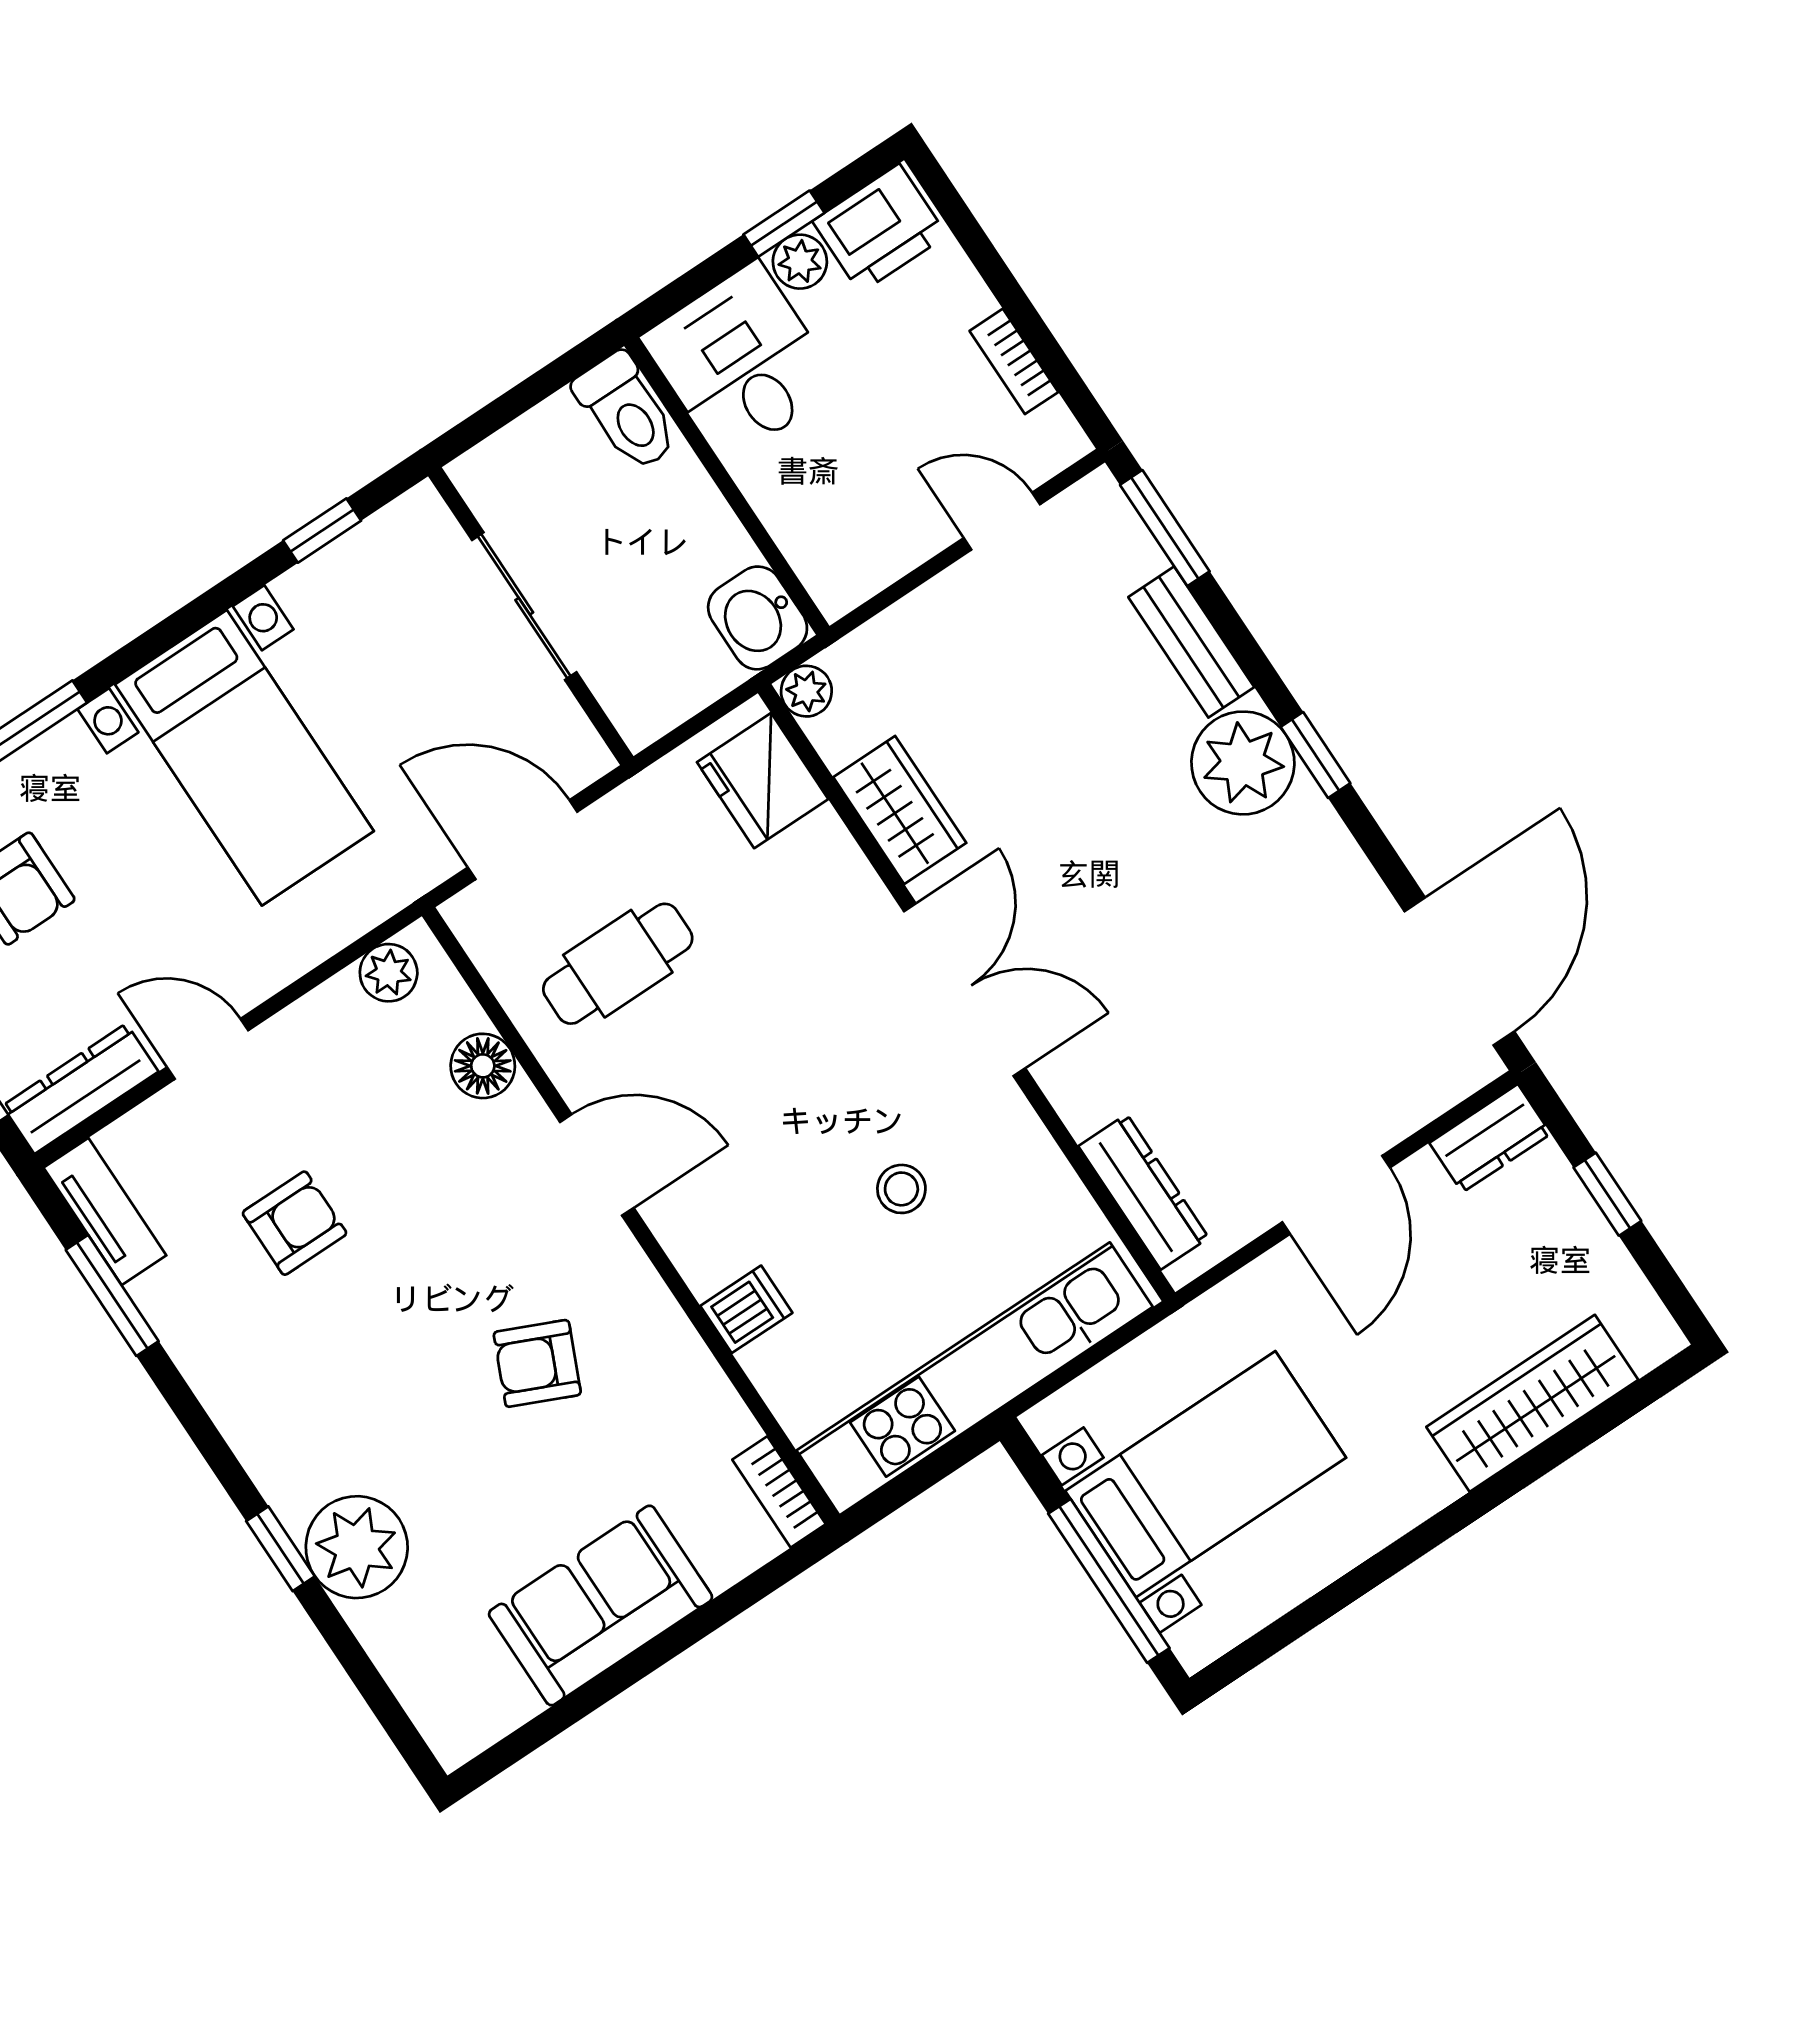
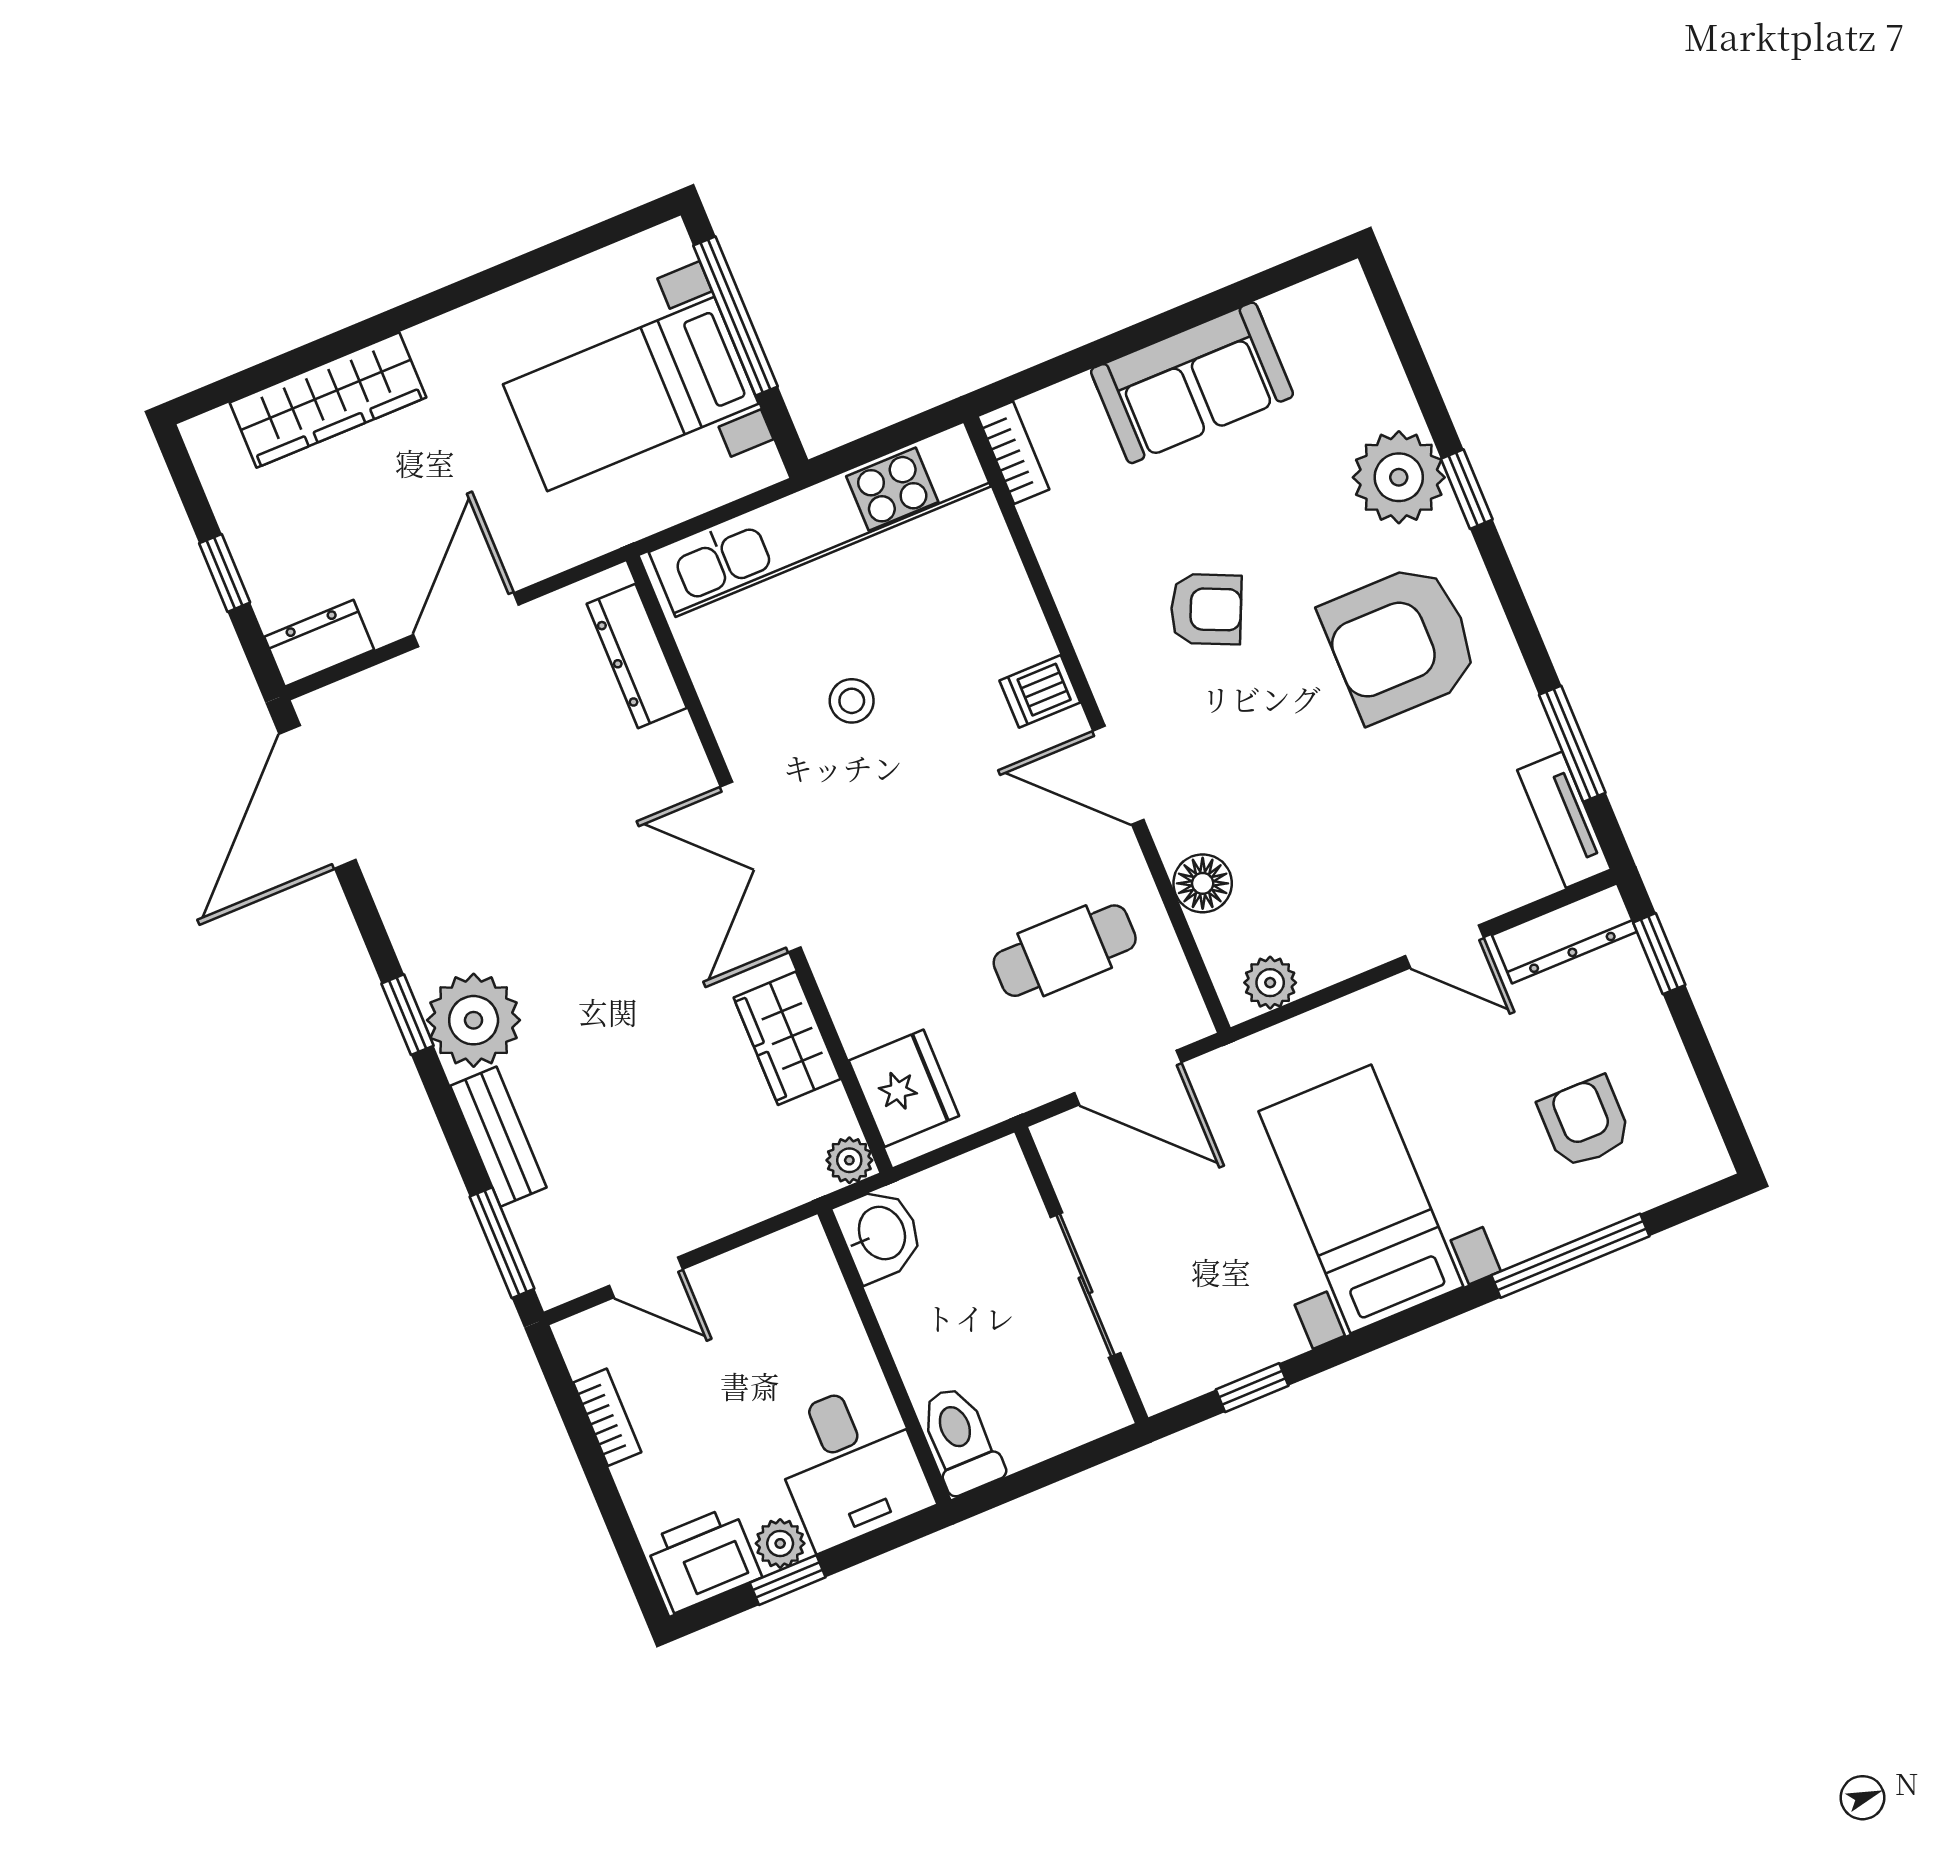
armchair: (295, 1223) -> (1400, 643), moved, width x1.88, depth x1.88
dishwasher: (746, 1309) -> (1040, 691), moved

